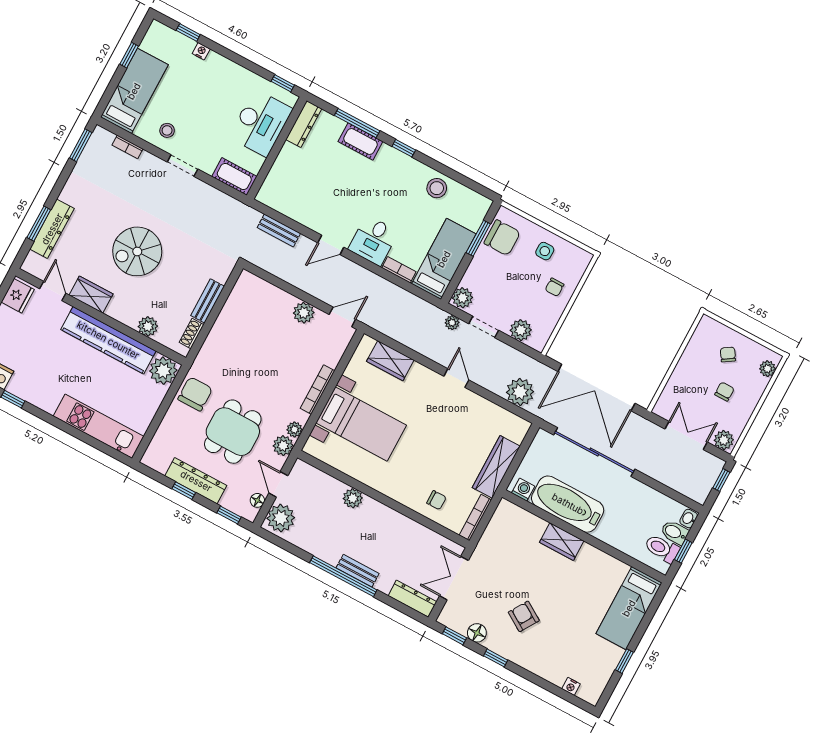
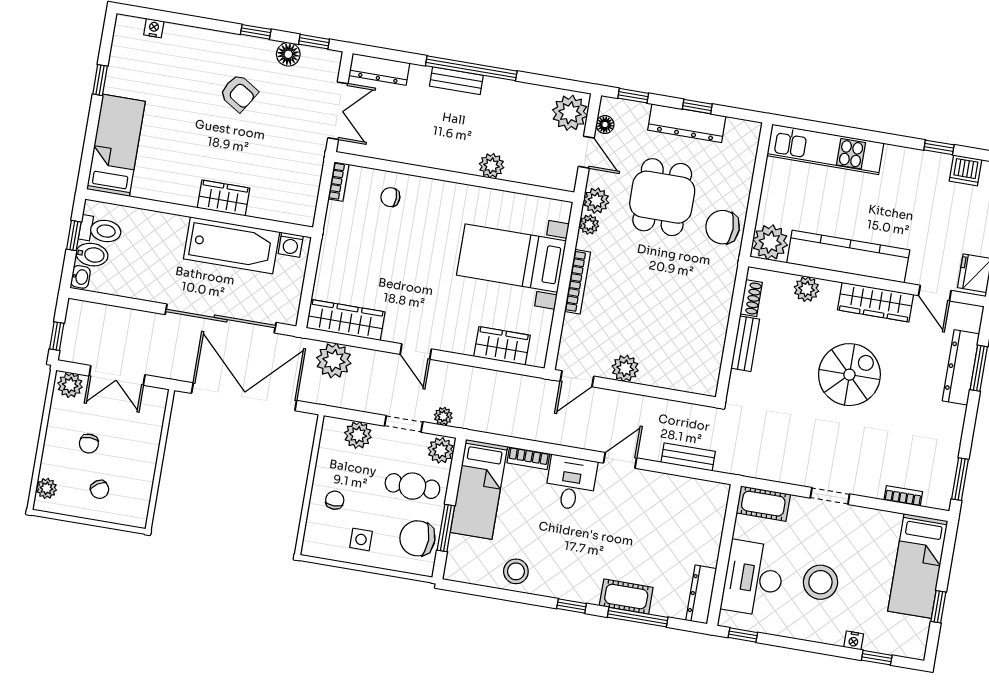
stool: (167, 130) -> (820, 582), moved, width x1.89, depth x1.89
cafe table: (493, 278) -> (412, 486), added
wardrobe: (91, 295) -> (876, 302), width x1.50
chair: (195, 394) -> (723, 227), turned 90
wardrobe: (496, 467) -> (346, 320), moved, turned -90
bookcase: (475, 518) -> (339, 182), width x0.64

